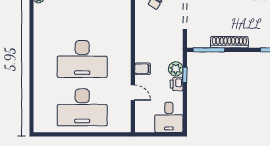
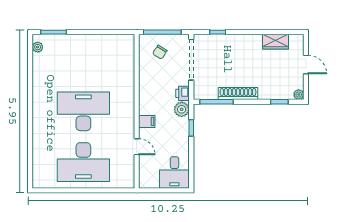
desk: (82, 59) -> (83, 111), turned 180
plant: (176, 69) -> (182, 109), moved
printer: (177, 84) -> (183, 93), moved

